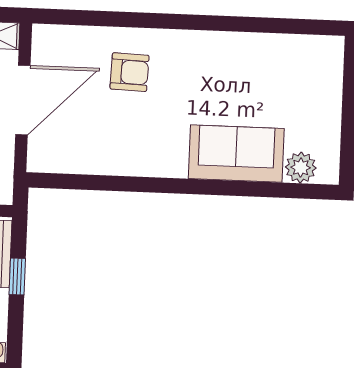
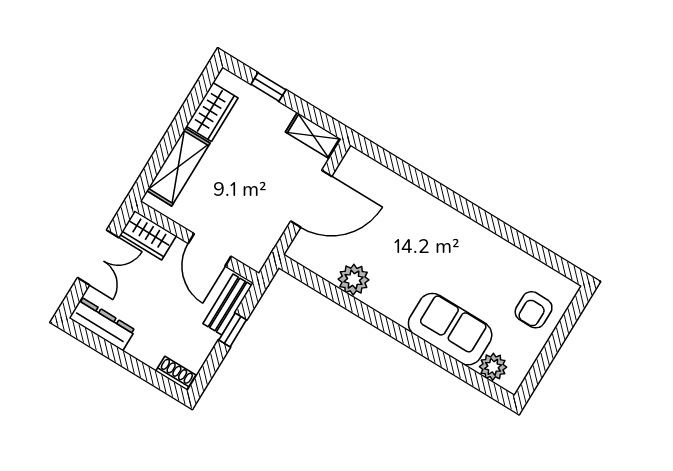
armchair: (129, 72) -> (534, 310), moved, turned 88
plant: (111, 158) -> (354, 280), added

